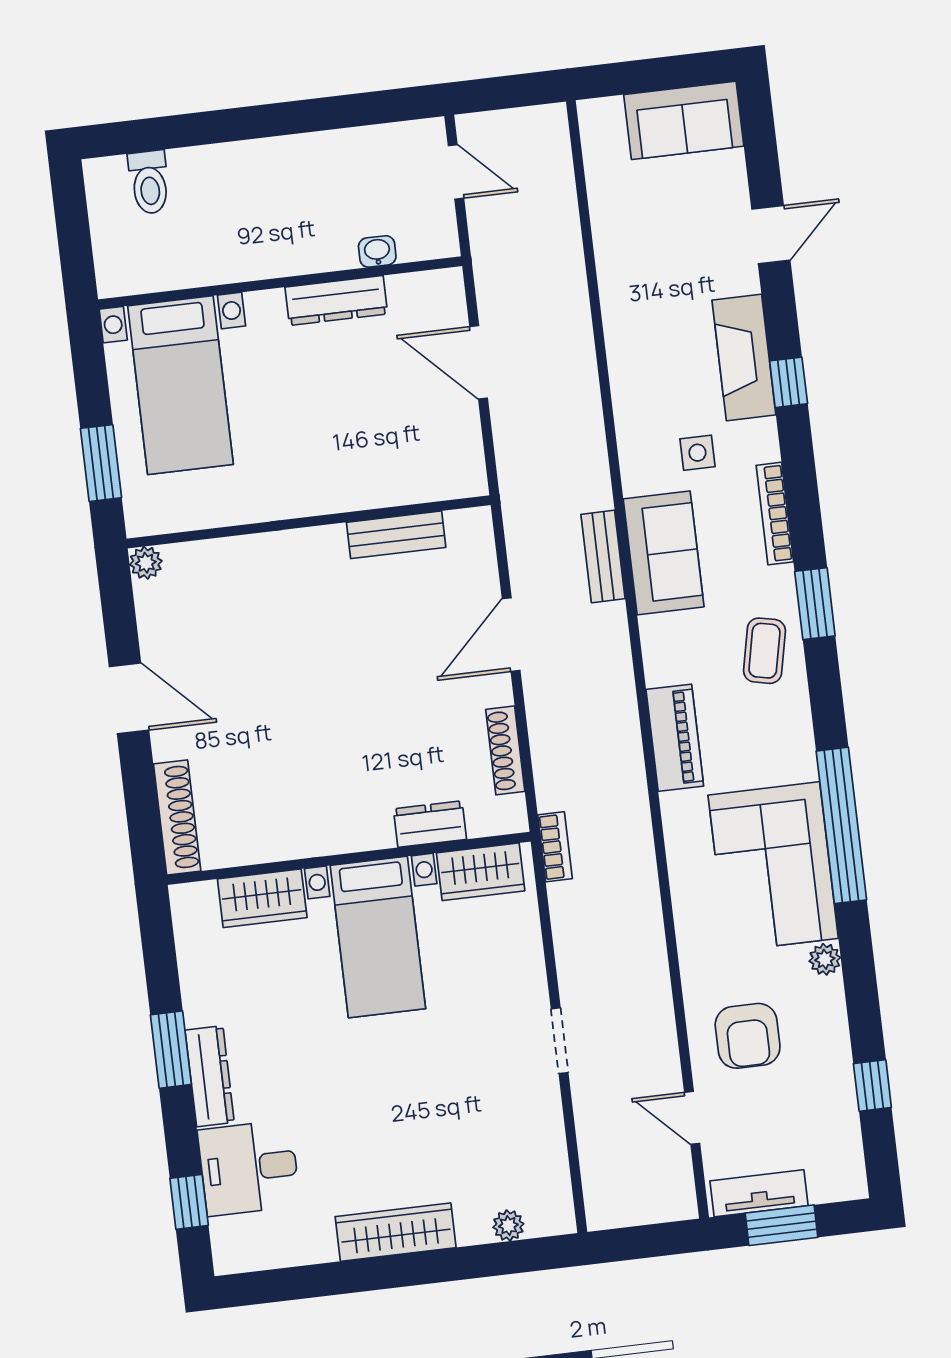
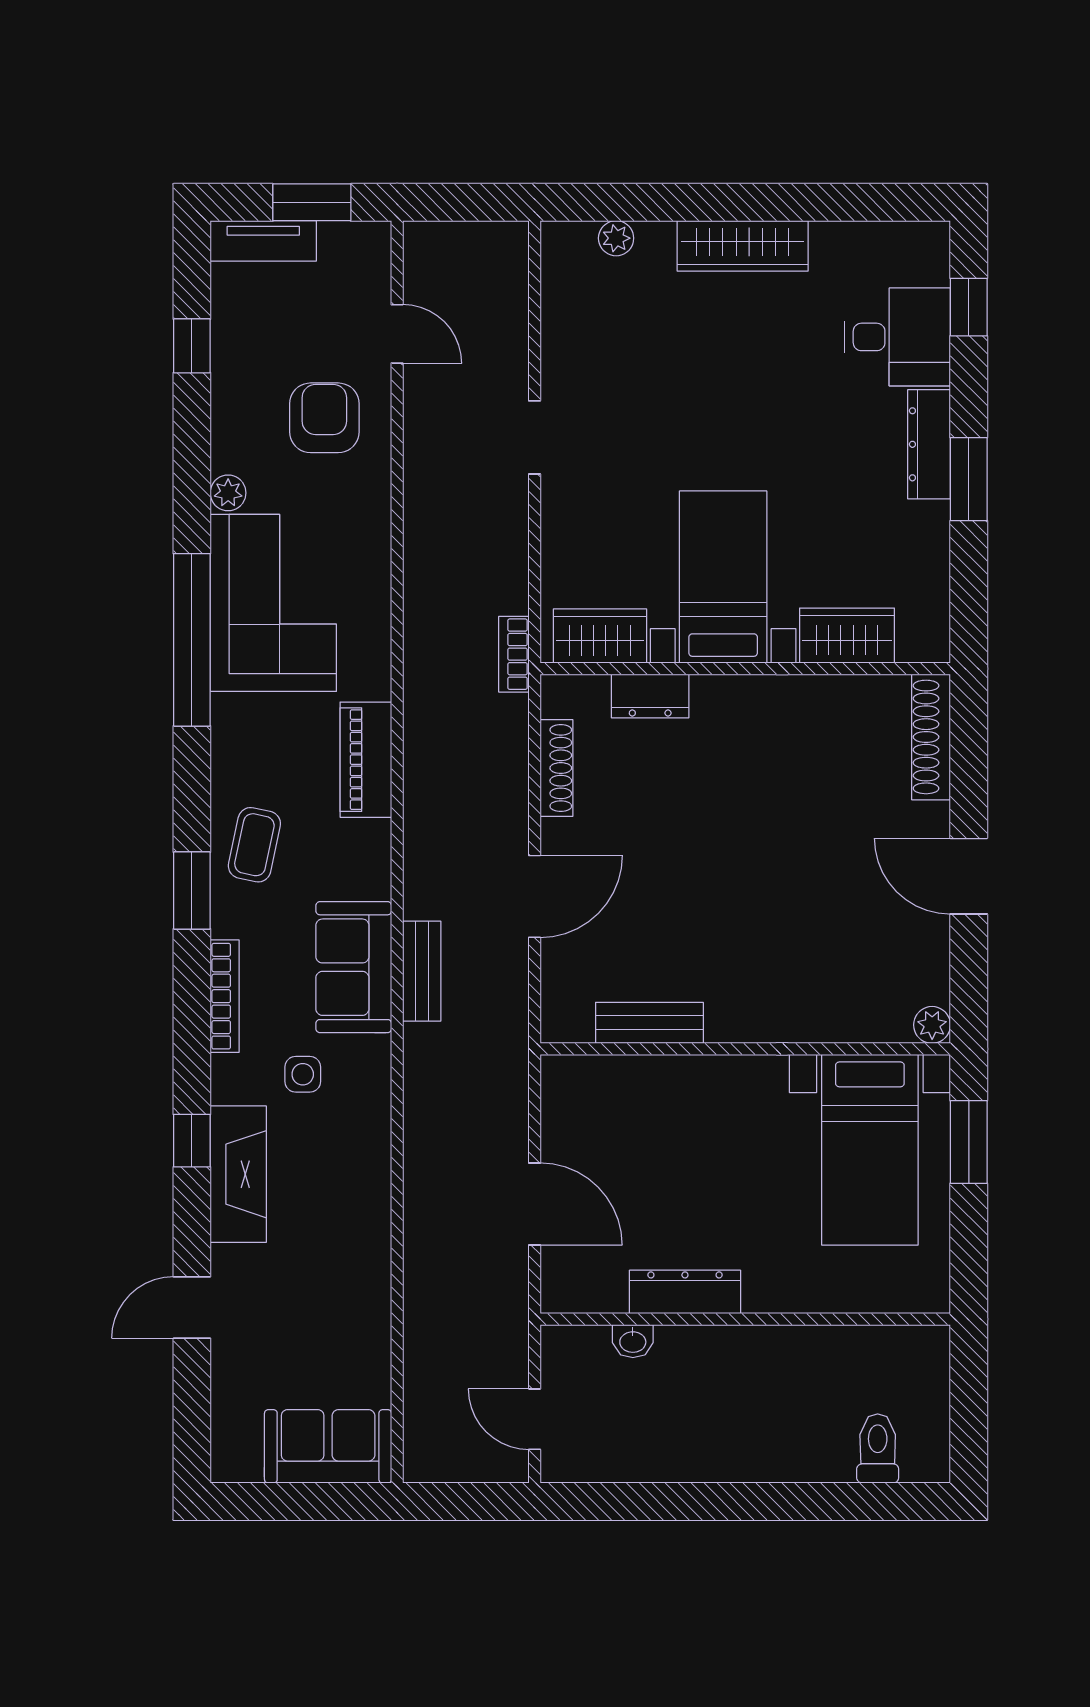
sofa: (684, 120) -> (328, 1446), moved
bed with nightstands: (180, 385) -> (870, 1150), moved, turned 180
tv unit: (759, 1193) -> (263, 241), moved

